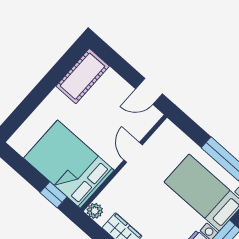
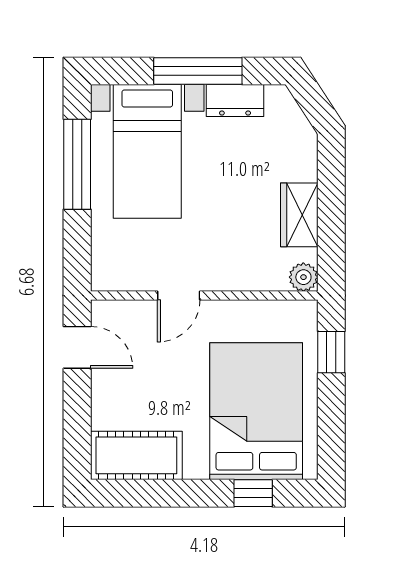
window: (24, 110) -> (253, 493), added
bed: (69, 164) -> (256, 411), moved, turned 180

